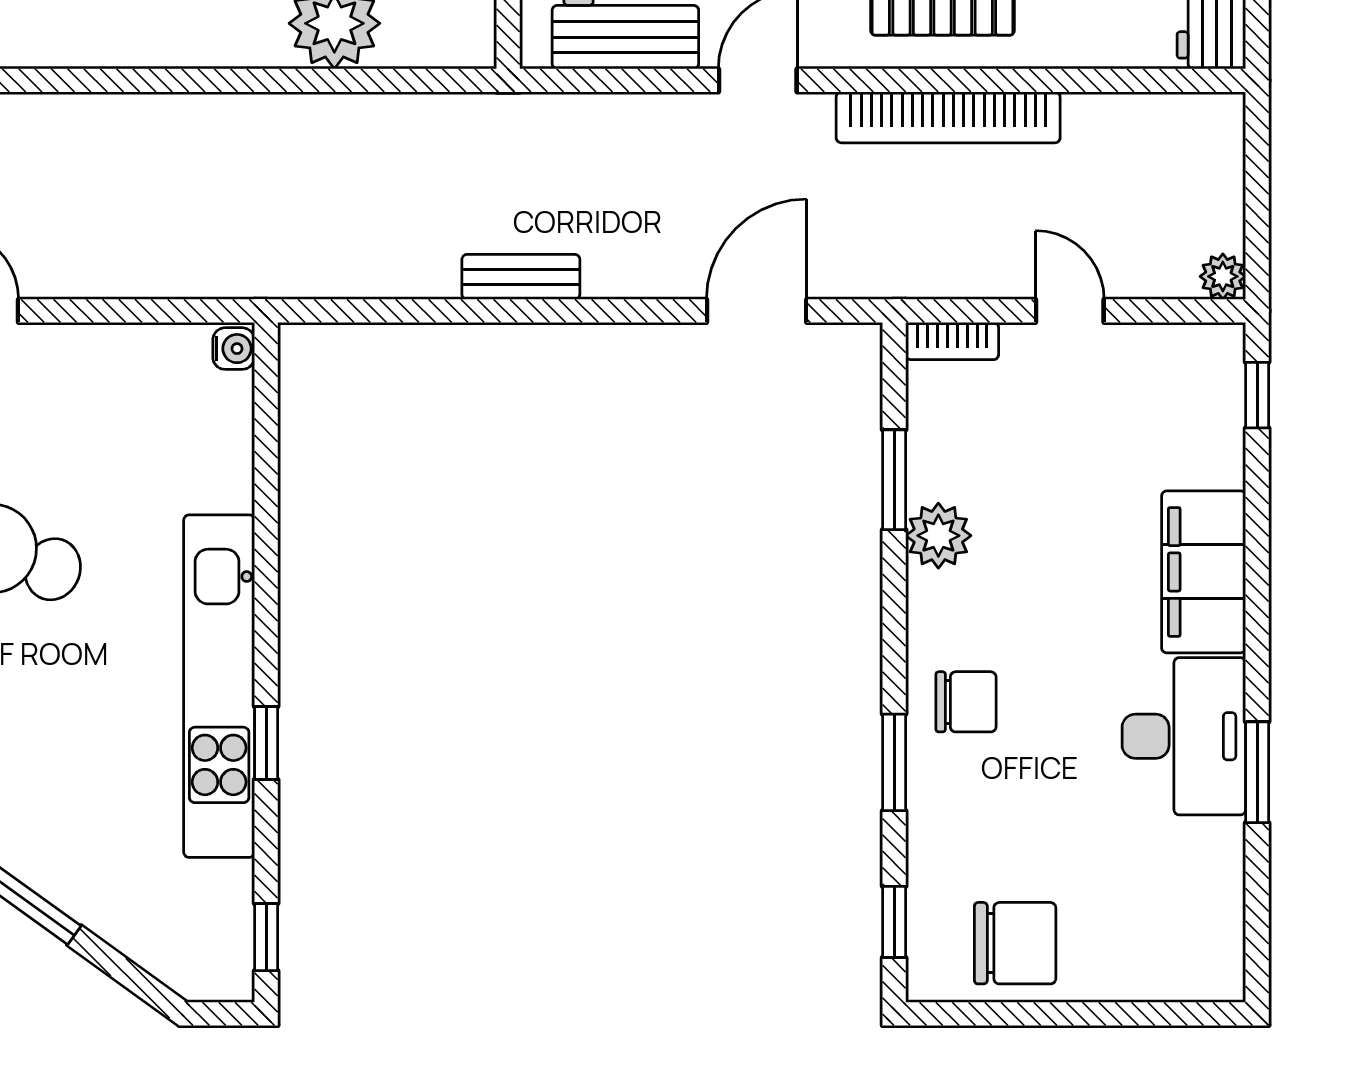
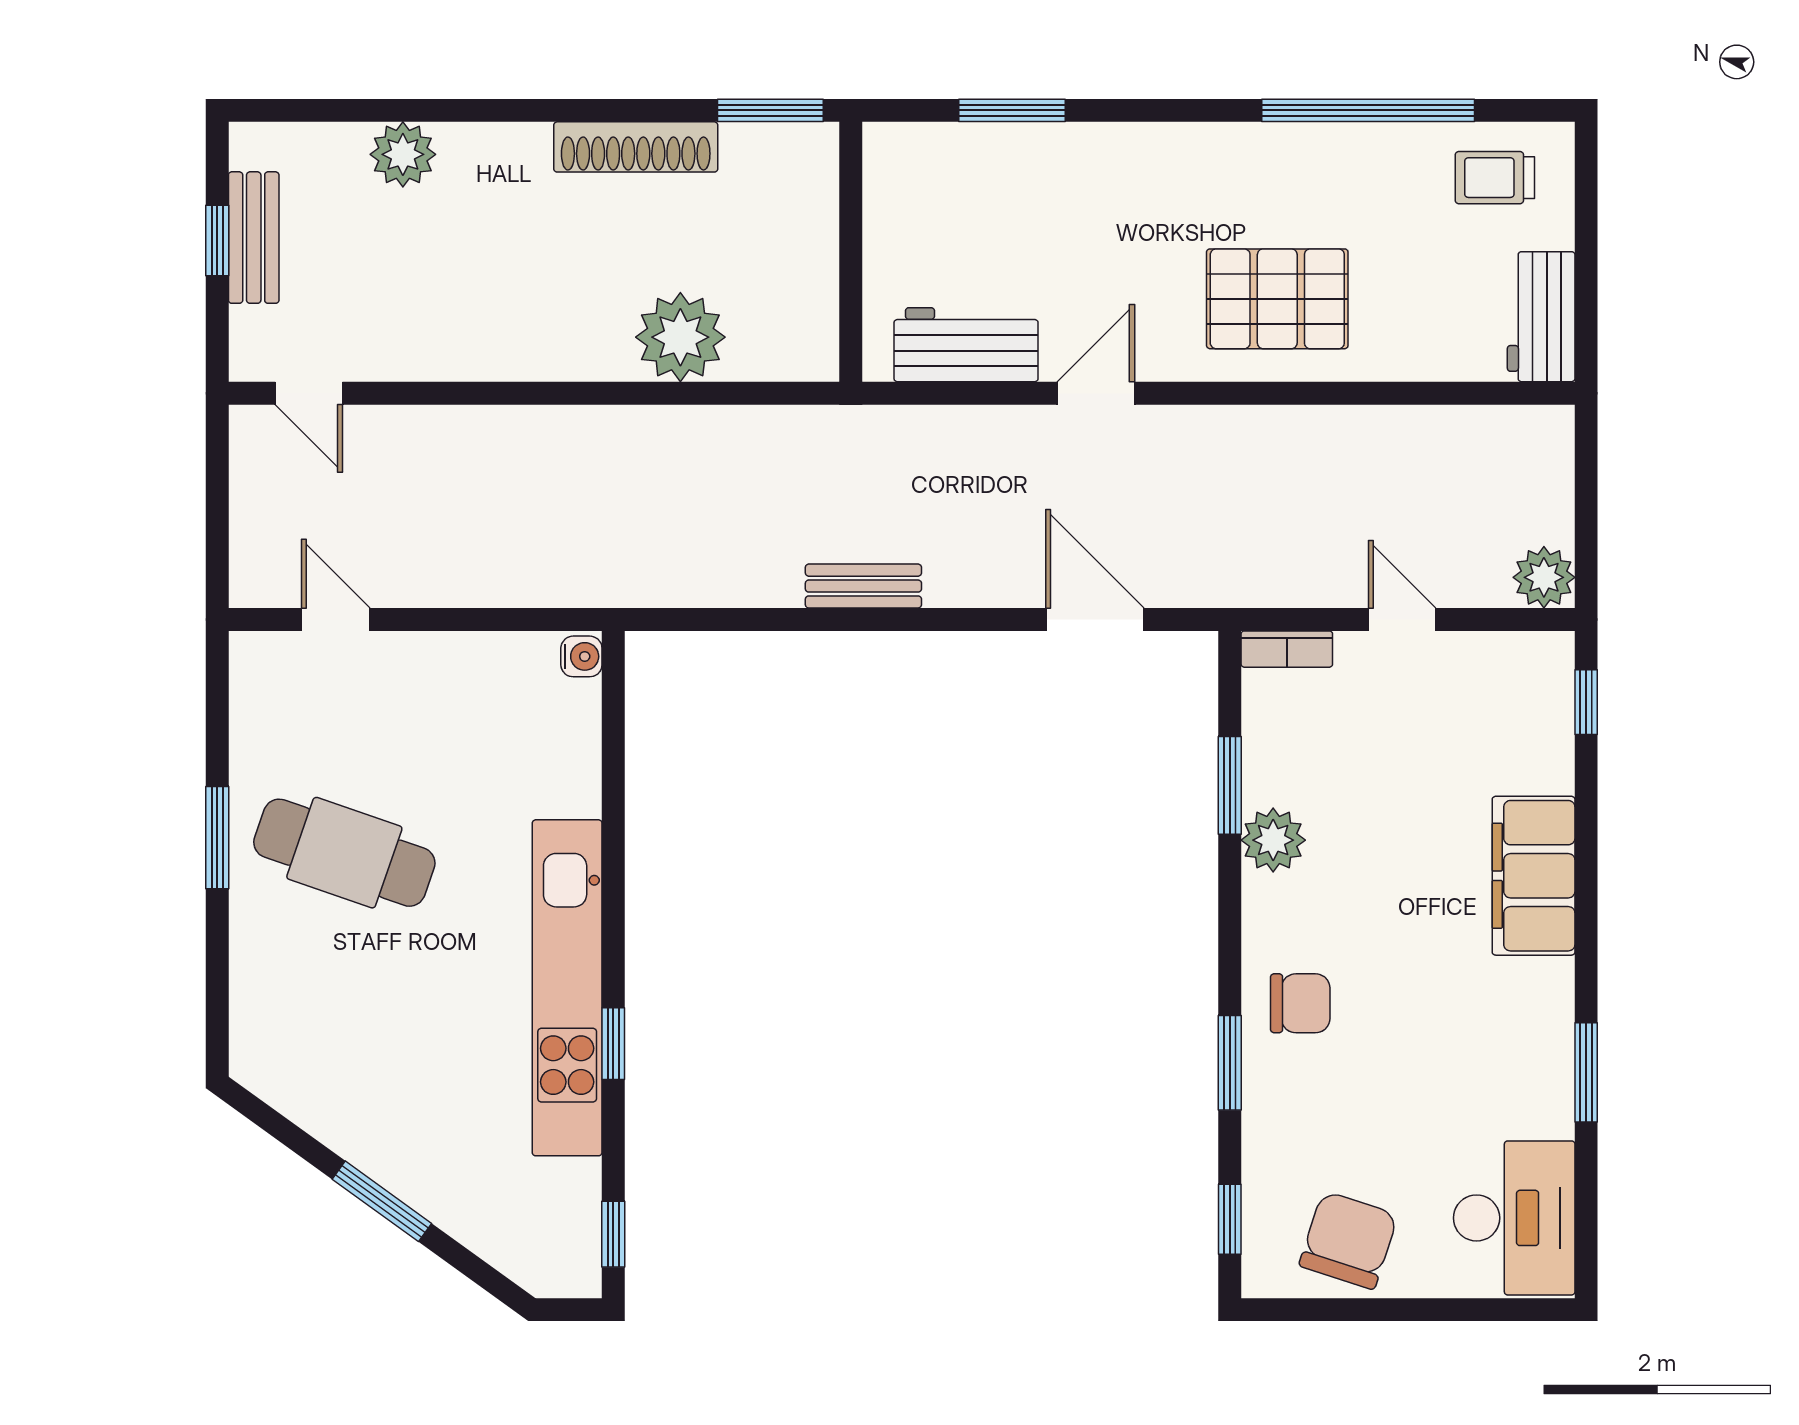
bookcase: (948, 117) -> (1283, 429), removed
plant: (1223, 276) -> (1544, 577), width x1.38, depth x1.38
door: (757, 311) -> (1095, 619), hinge flipped
desk: (1184, 736) -> (1514, 1218), moved
chair: (1015, 943) -> (1348, 1240), turned -72

